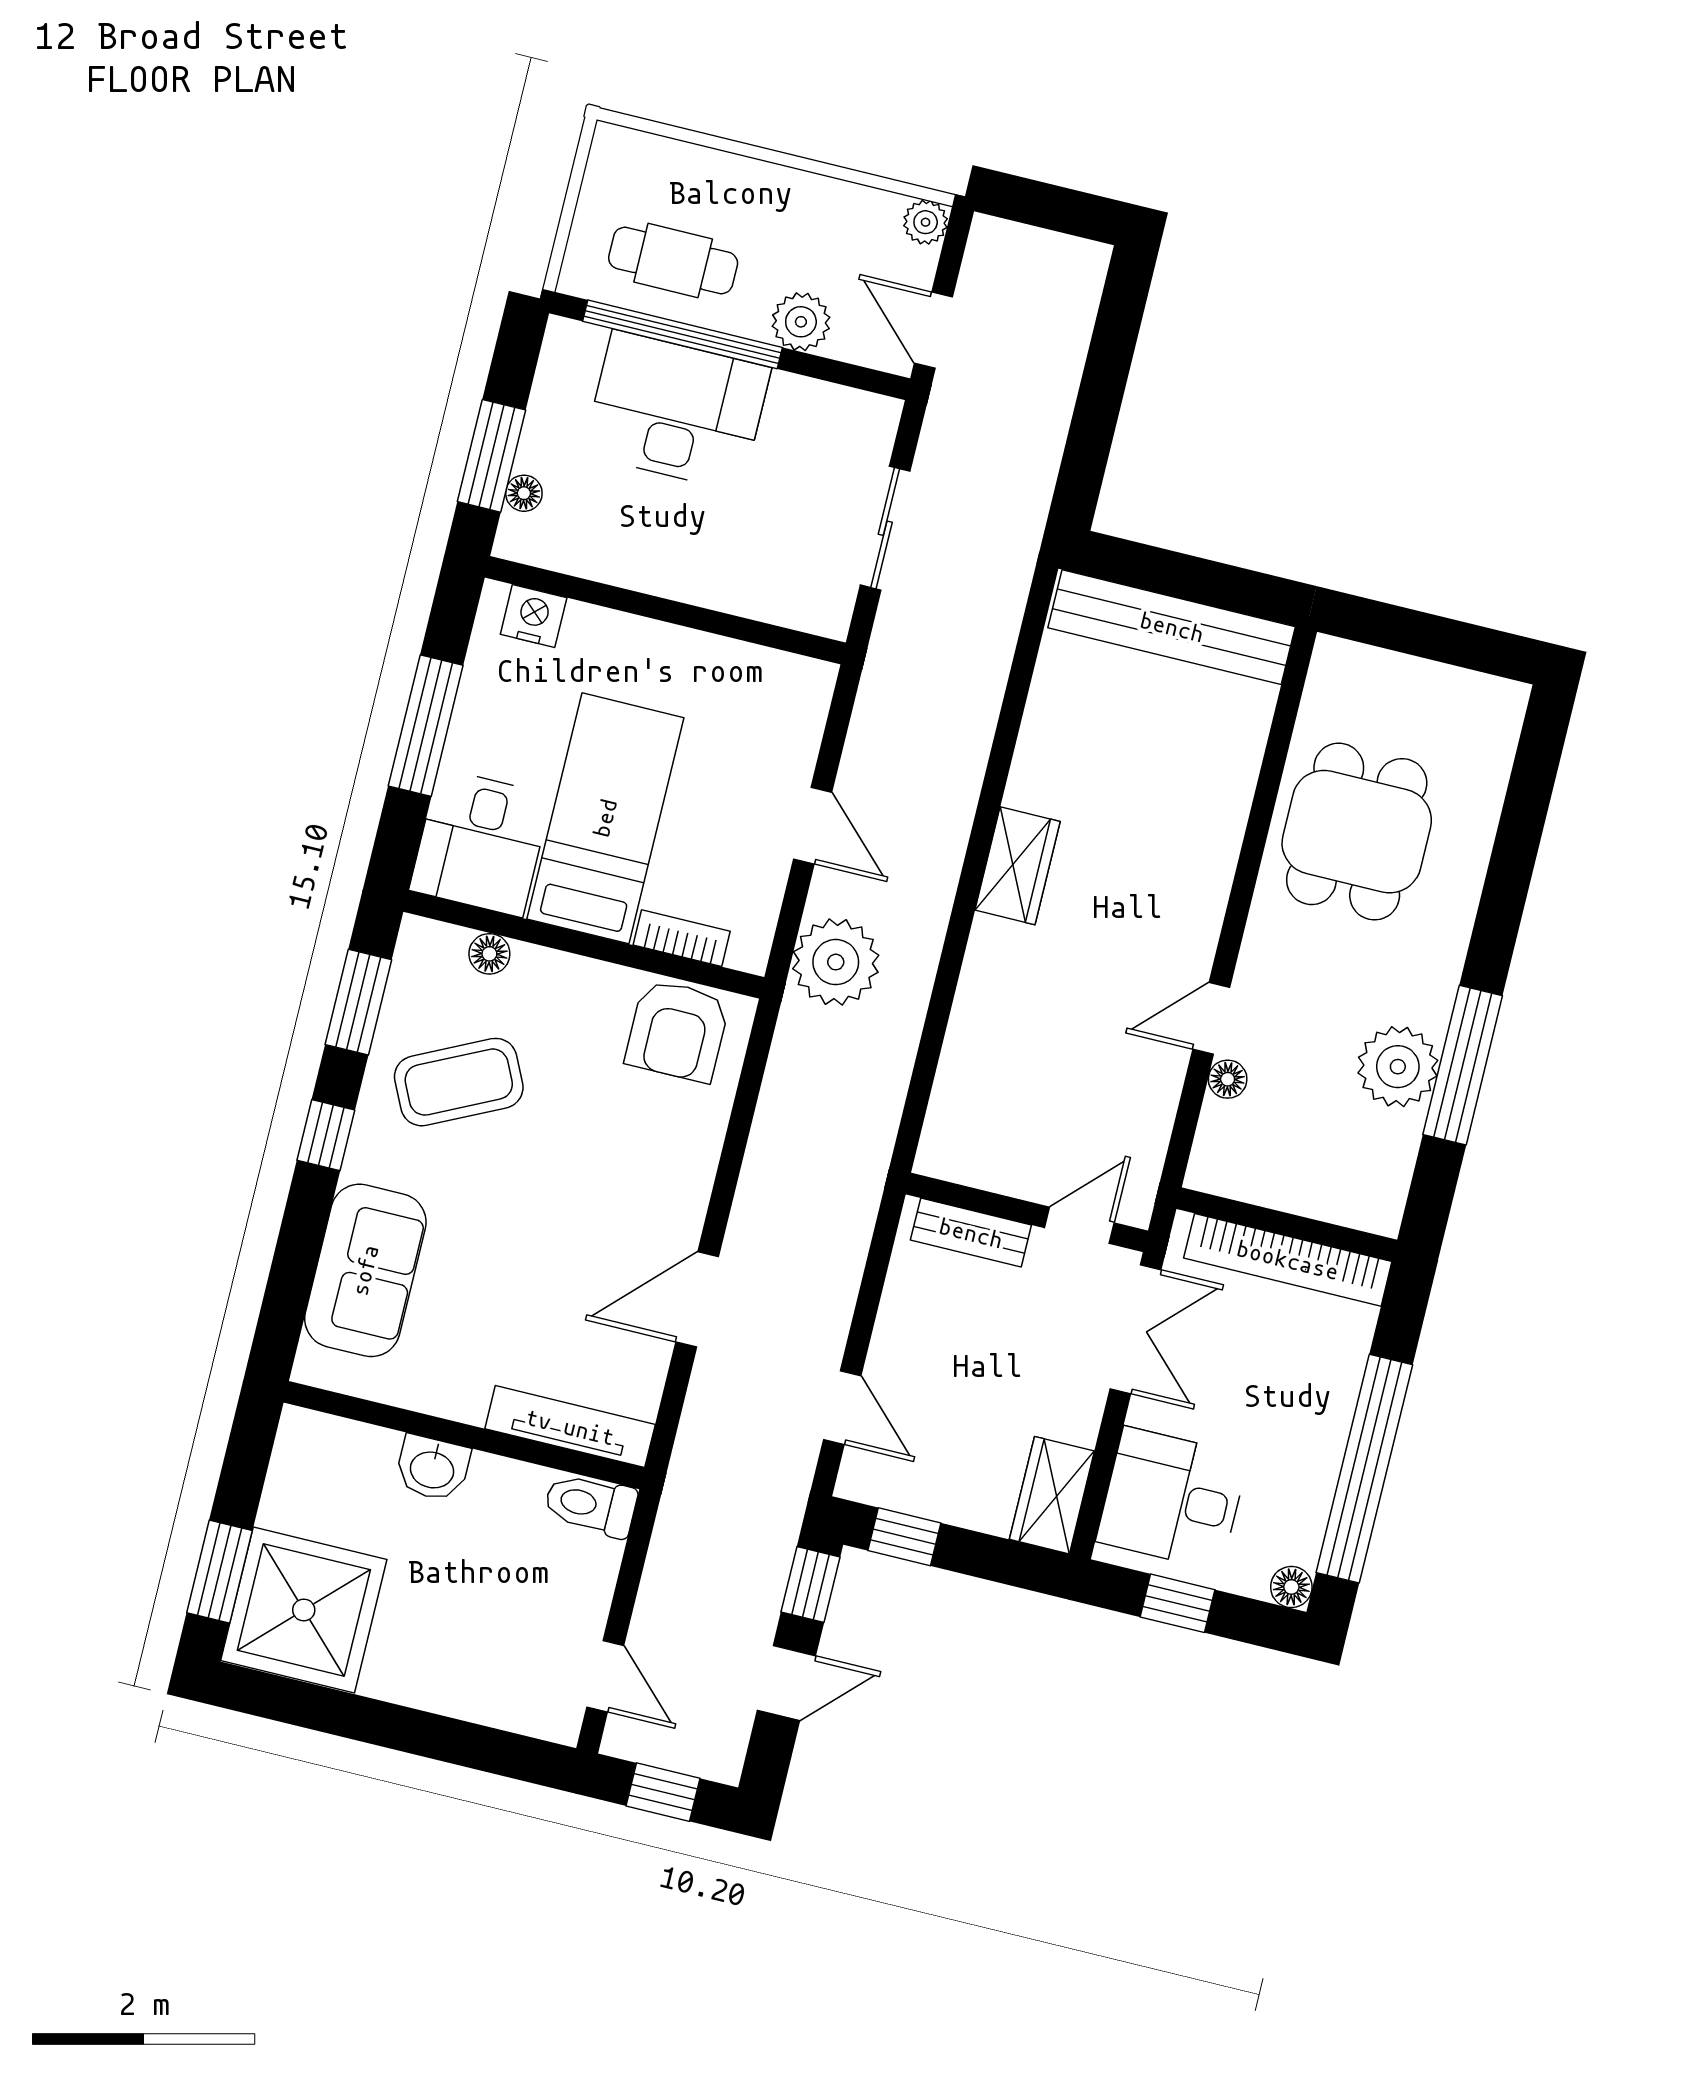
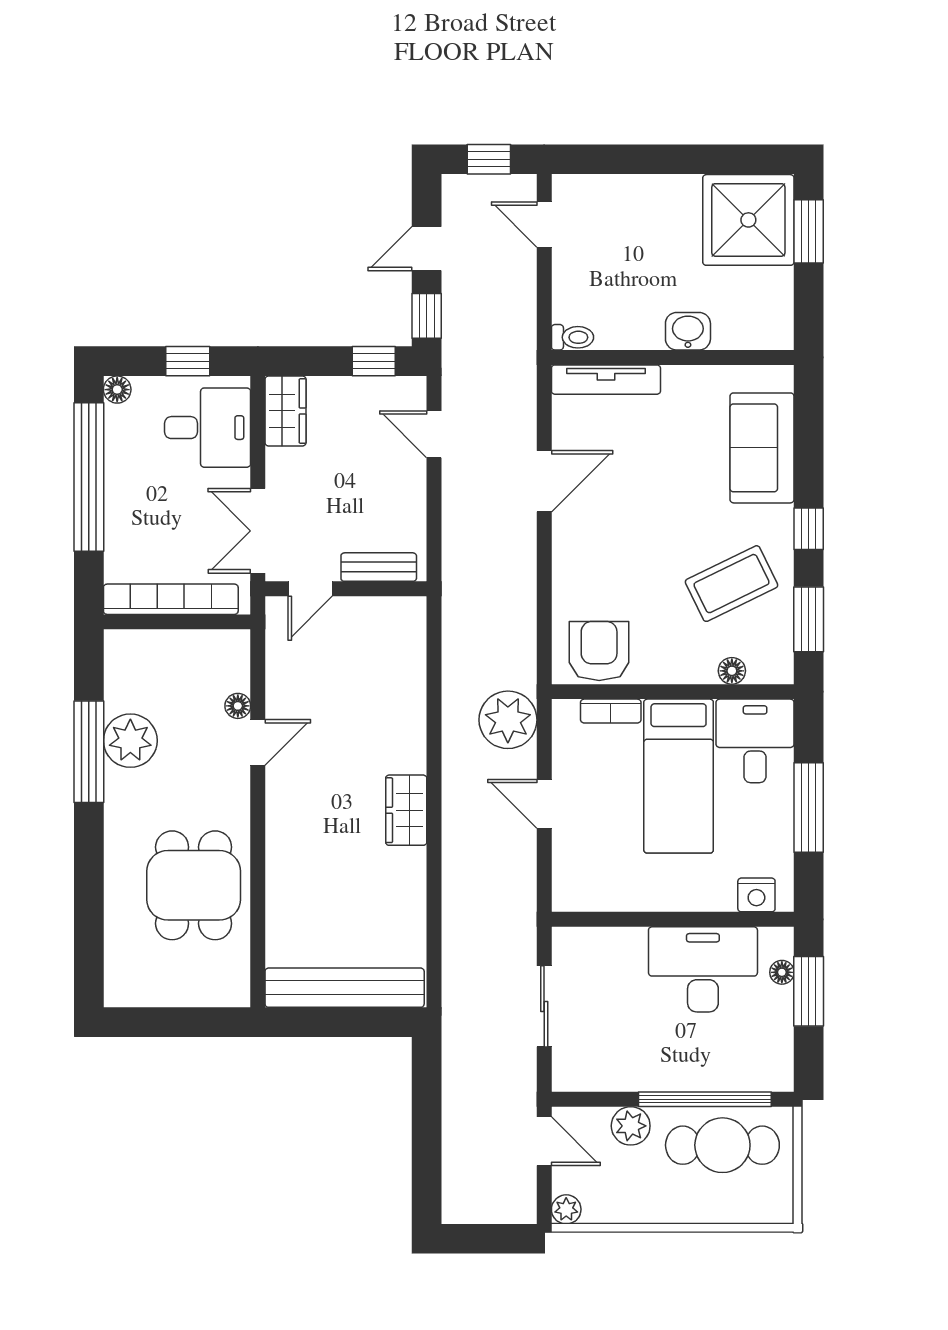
cafe table: (673, 260) -> (722, 1145), width x1.37, depth x1.35
desk: (677, 411) -> (703, 969), moved, turned 180
toilet: (590, 1505) -> (572, 337), width x0.73, depth x0.72

